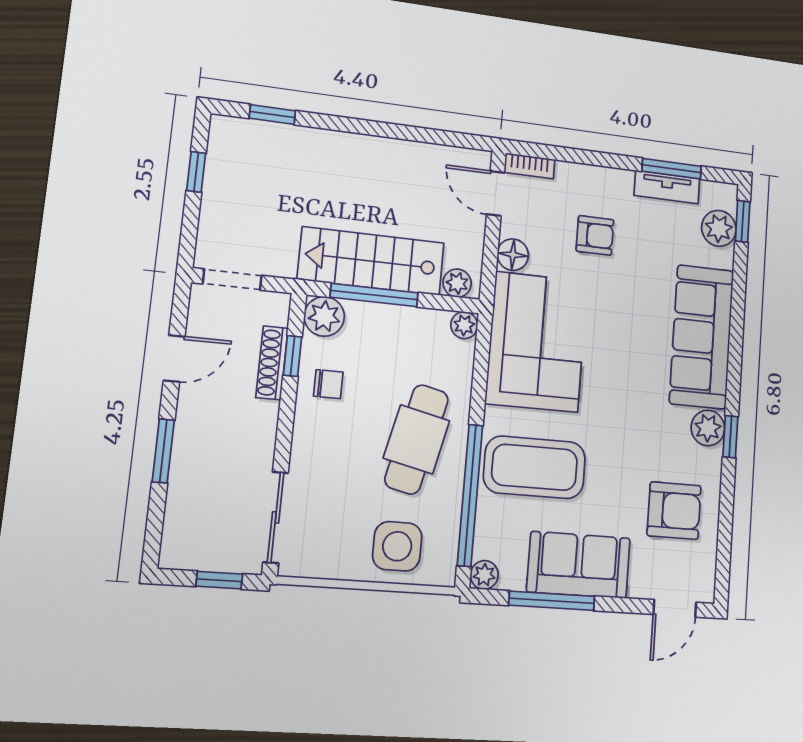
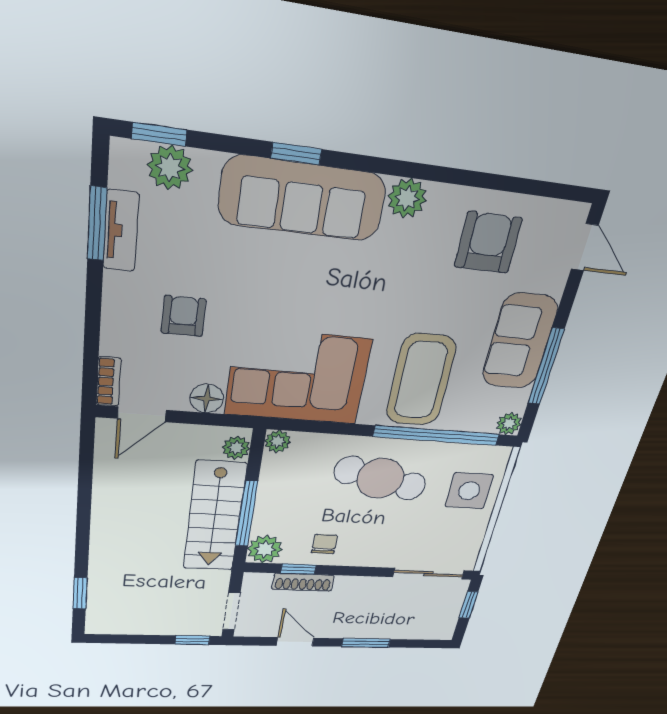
window: (196, 172) -> (192, 640), moved
window: (730, 437) -> (296, 154), moved

